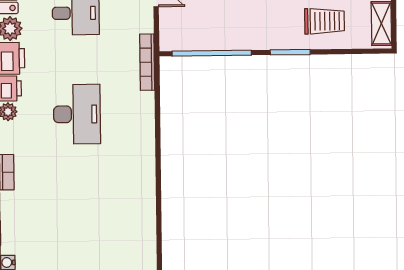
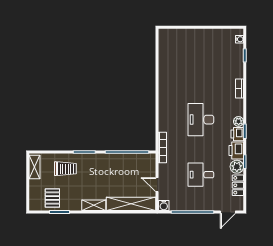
trolley: (324, 21) -> (65, 169), turned 180

